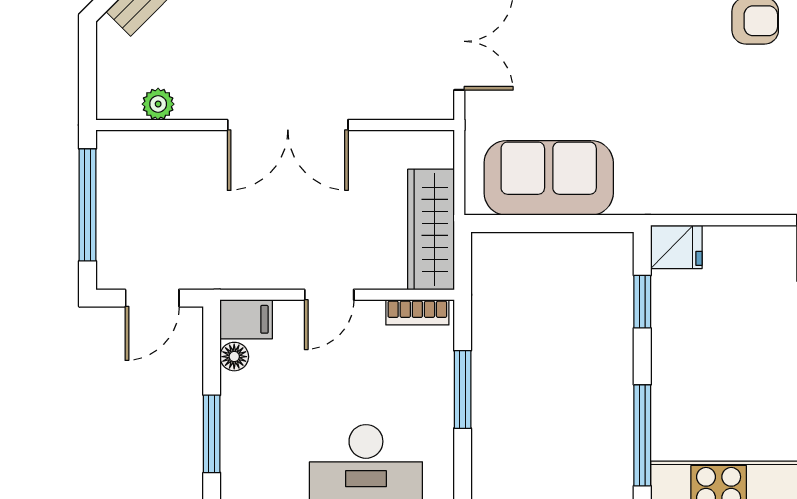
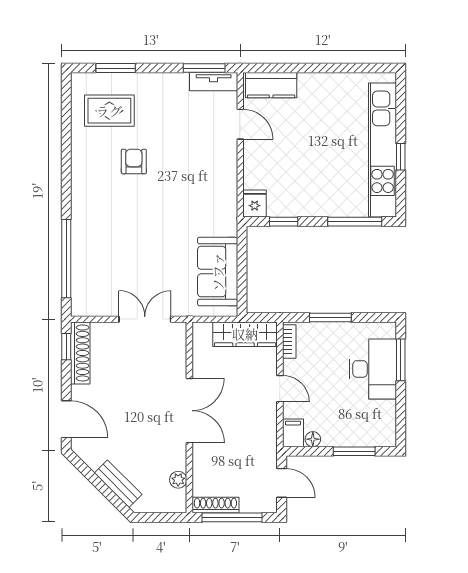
shoe rack: (111, 174) -> (215, 505), added

